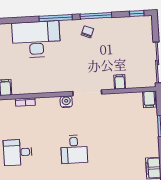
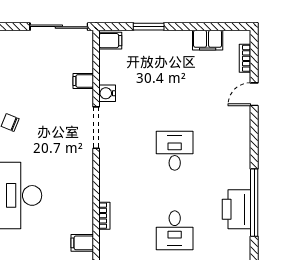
water cooler: (66, 102) -> (107, 93), moved
desk: (74, 149) -> (175, 151), turned -90

